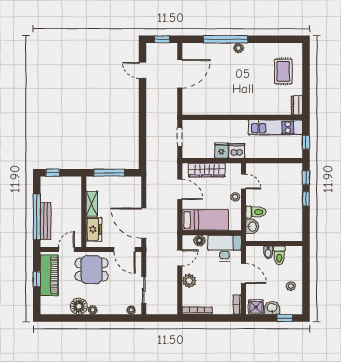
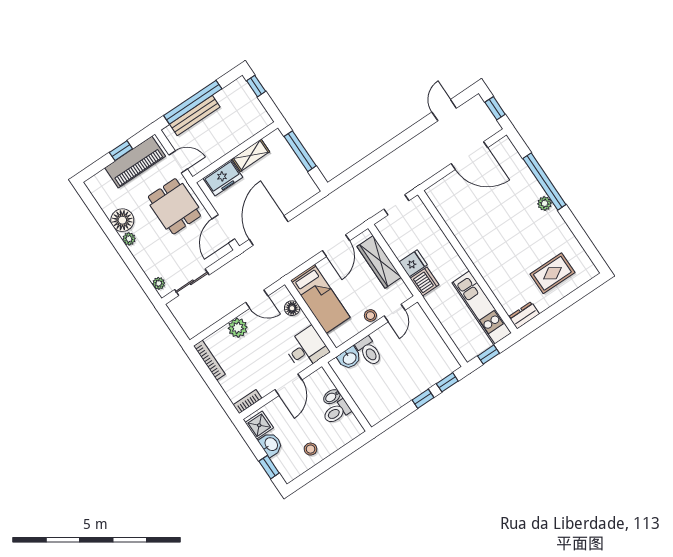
desk: (225, 248) -> (306, 348), width x0.73

